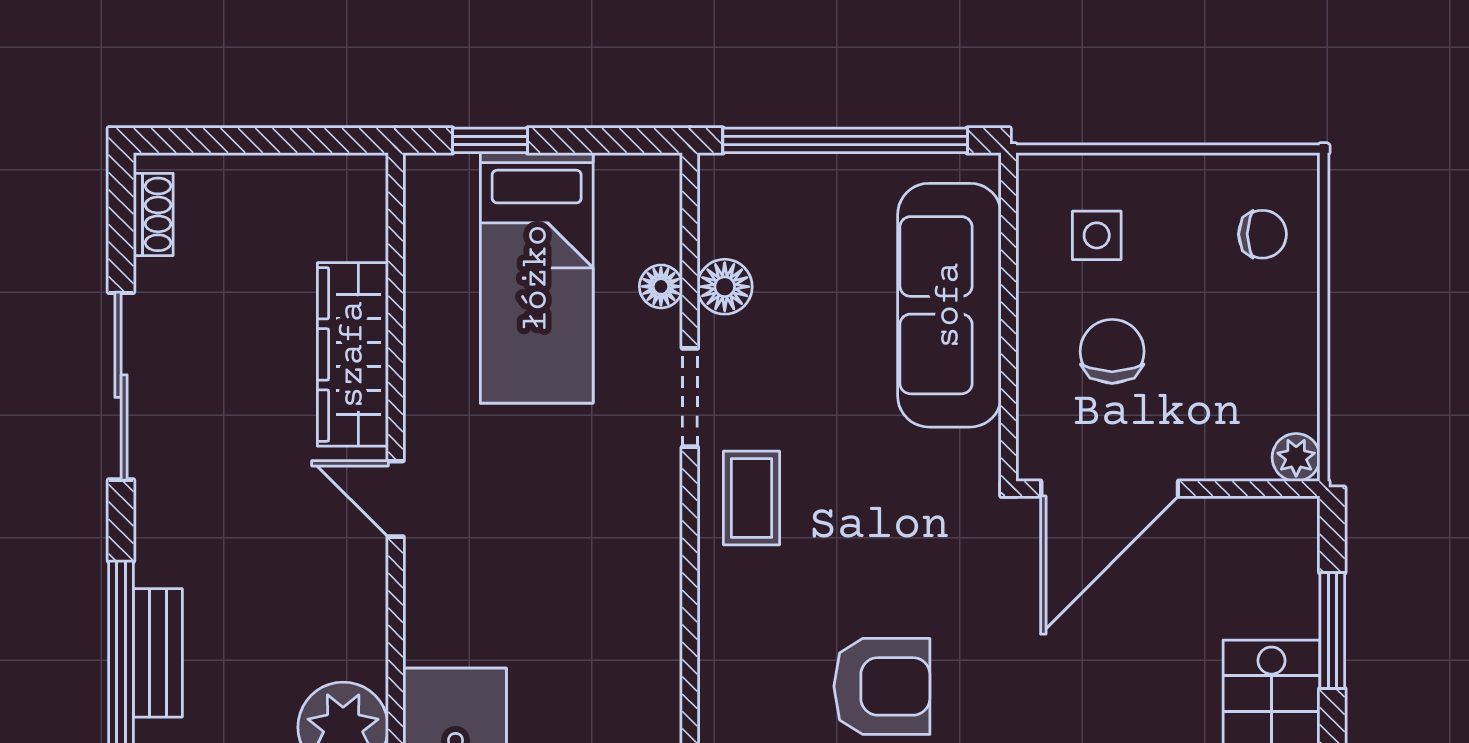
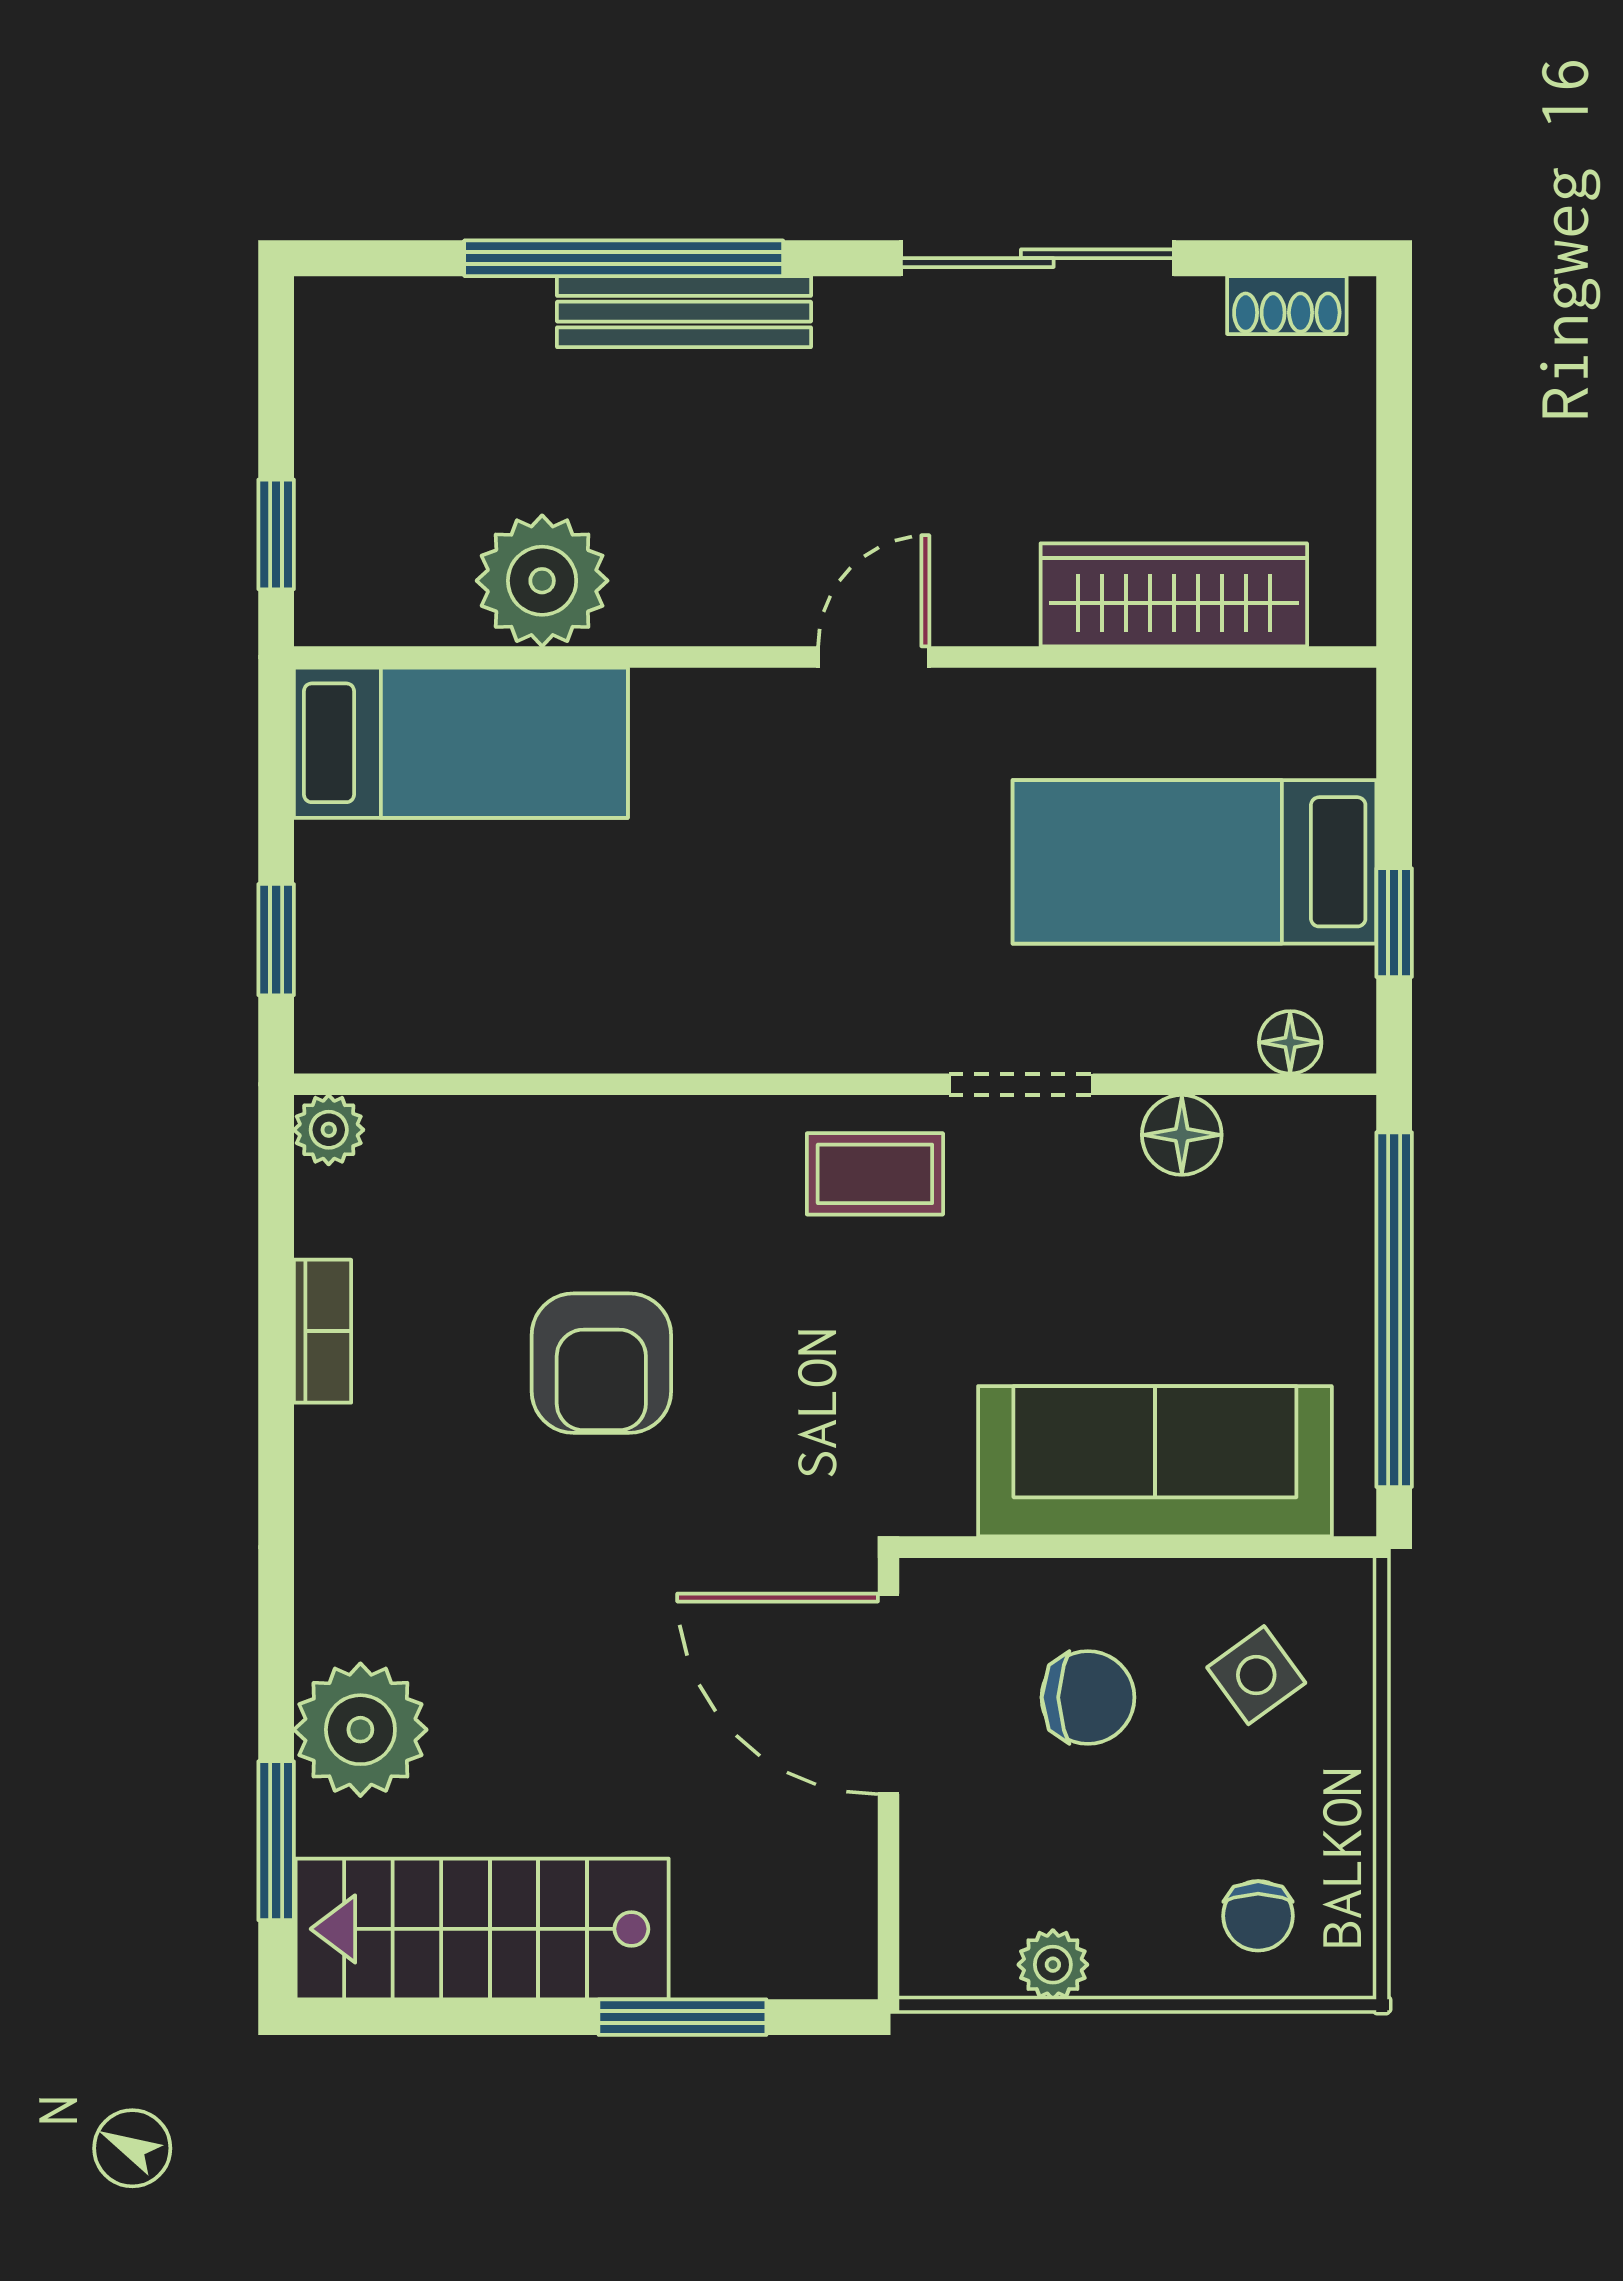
window: (490, 140) -> (1394, 923), moved
side table: (1097, 235) -> (1256, 1675), turned -36
floor lamp: (661, 286) -> (1290, 1042), moved
wardrobe: (353, 354) -> (1174, 595), moved
plant: (1296, 457) -> (1053, 1965), moved
bench: (158, 653) -> (684, 312), width x1.36

